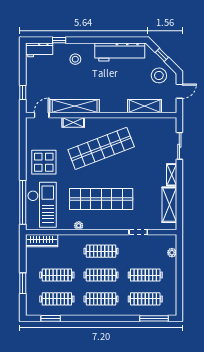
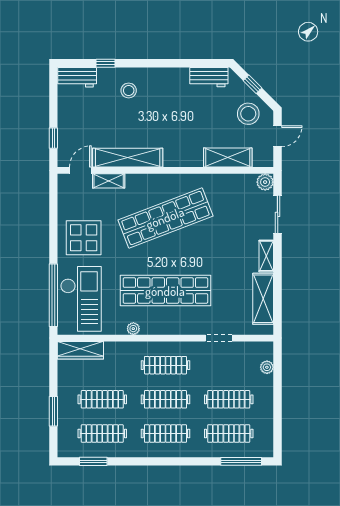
workbench: (120, 52) -> (209, 77), width x0.53, depth x0.76
shelving: (73, 122) -> (109, 181), moved
plant: (171, 123) -> (265, 182), added

